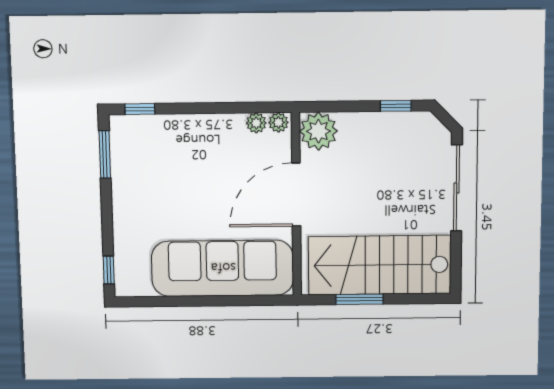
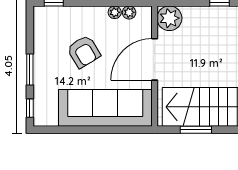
plant: (278, 122) -> (115, 12), moved
window: (105, 154) -> (30, 70), moved
armchair: (188, 184) -> (84, 52), added

